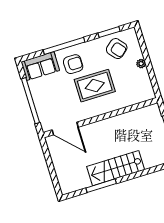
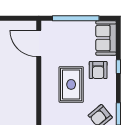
window: (64, 46) -> (118, 67), width x0.32
door: (65, 128) -> (39, 43), hinge flipped

